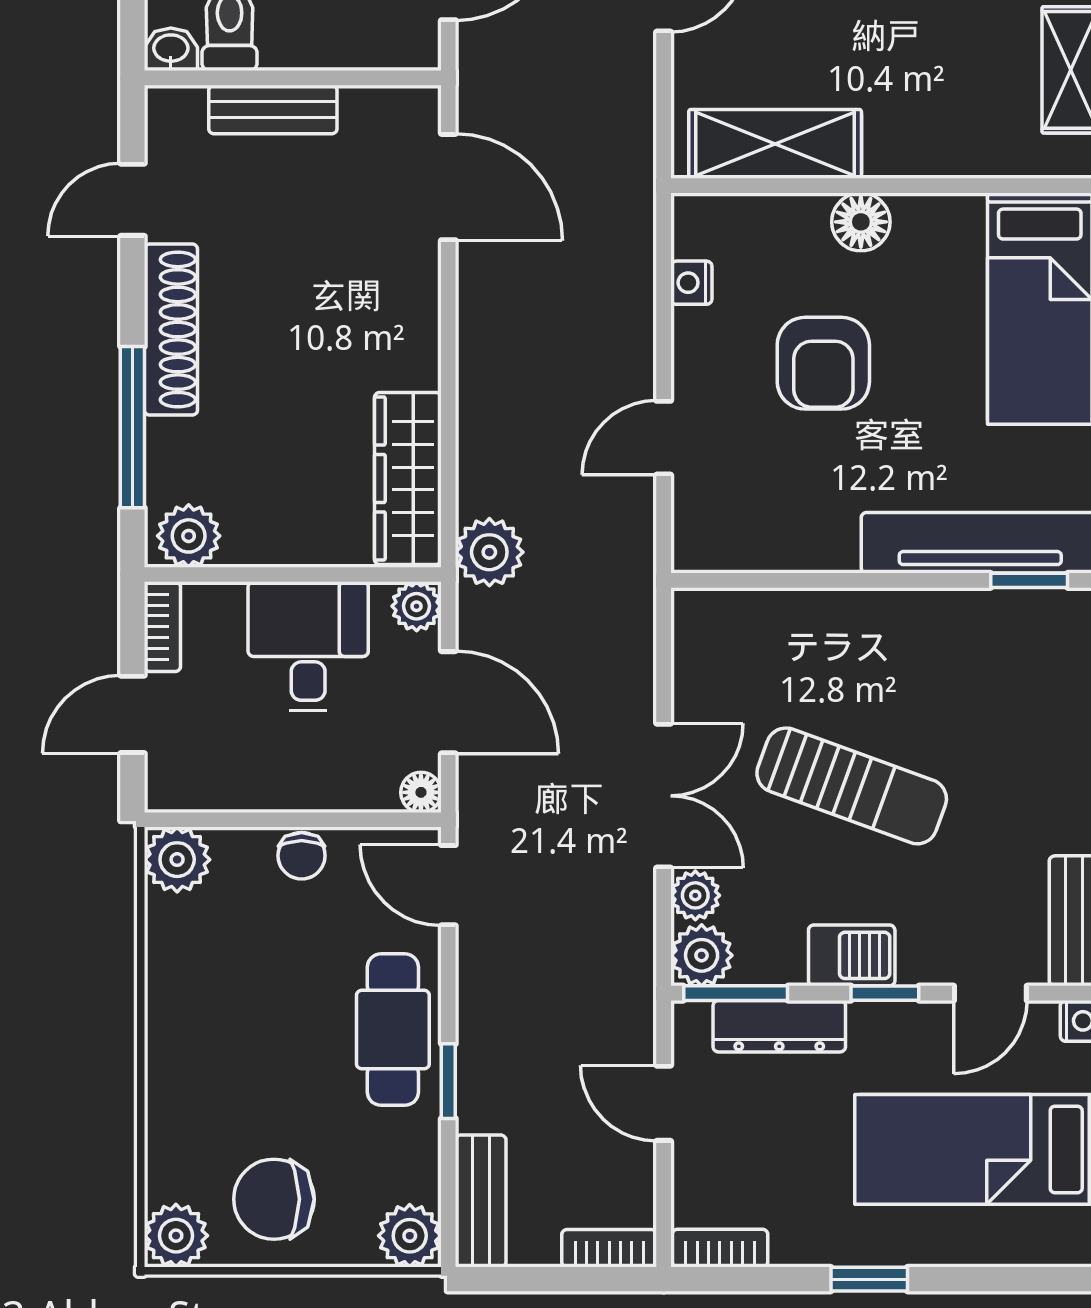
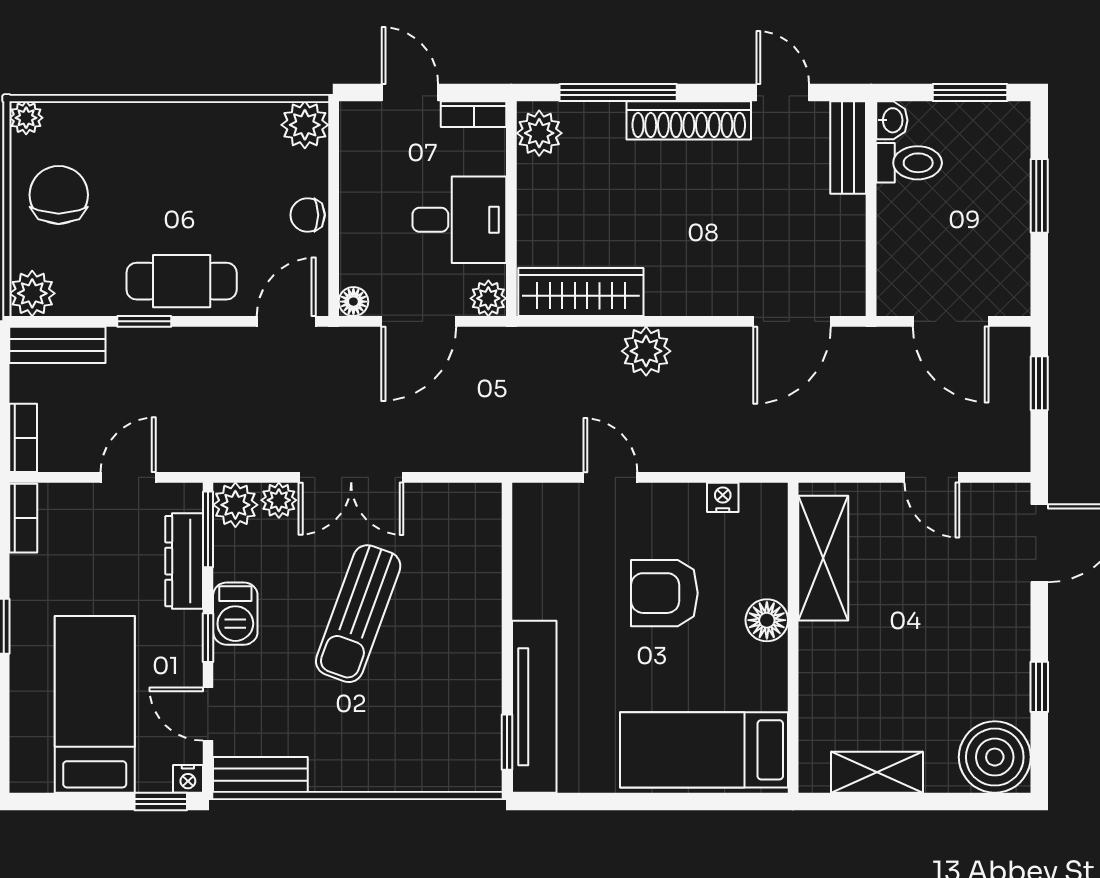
bench: (273, 110) -> (848, 148), moved
plant: (489, 552) -> (646, 351), moved
plant: (176, 1236) -> (26, 118), width x0.73, depth x0.73

